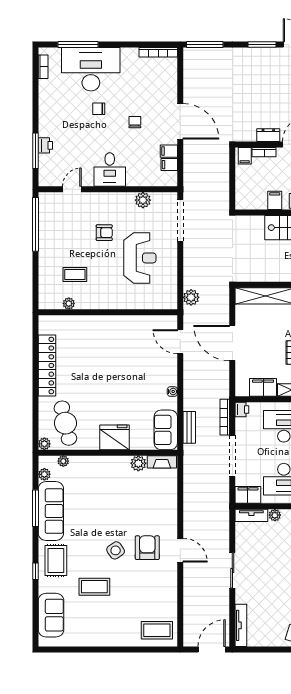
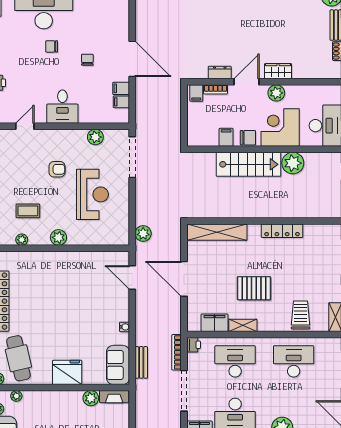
plant: (106, 301) -> (58, 237), added

